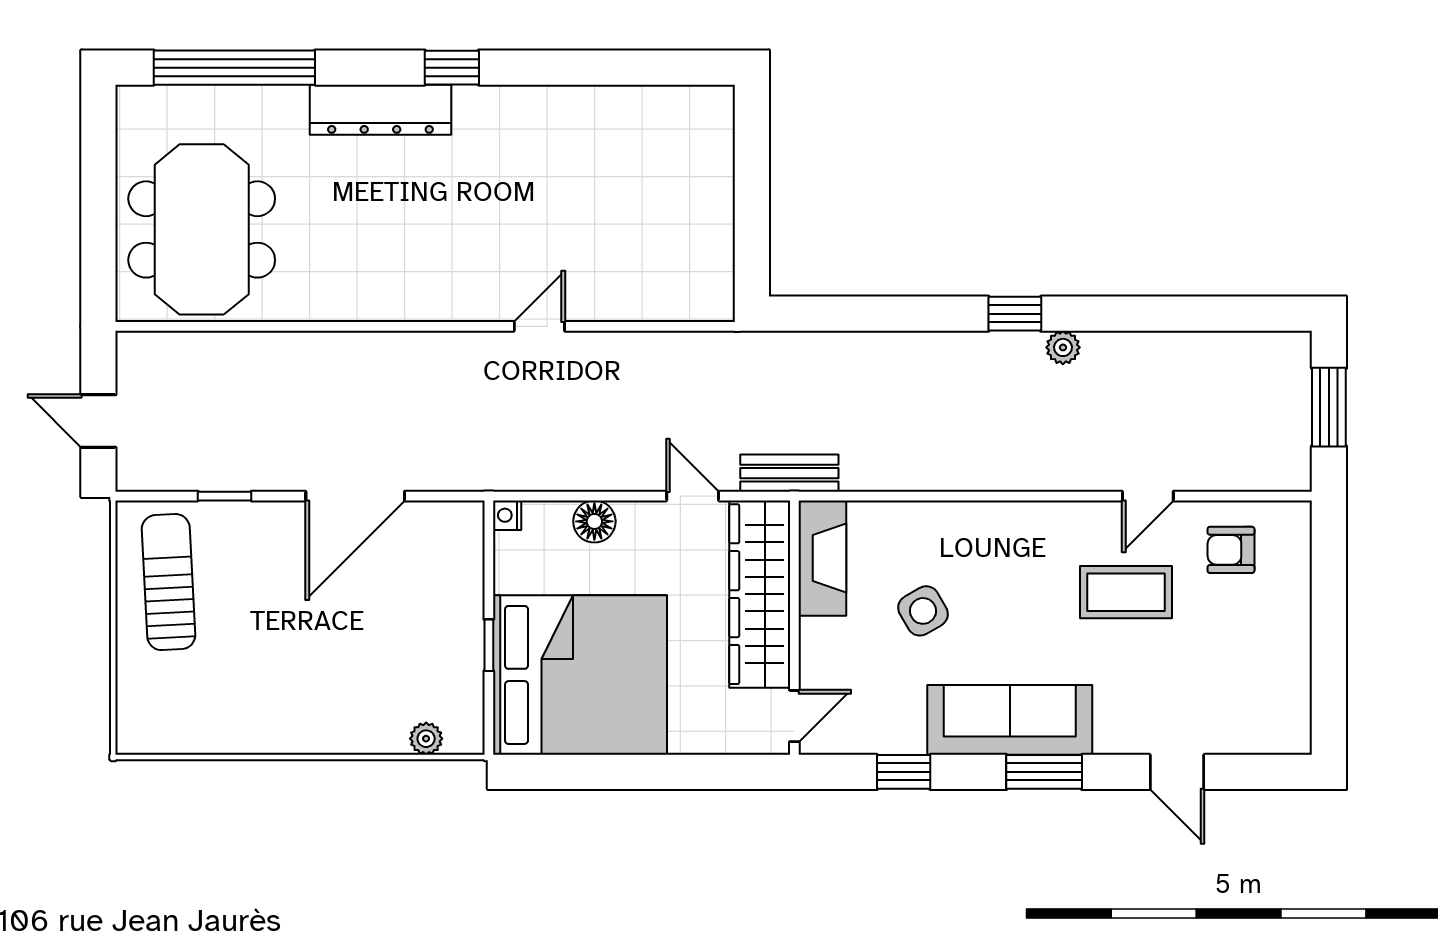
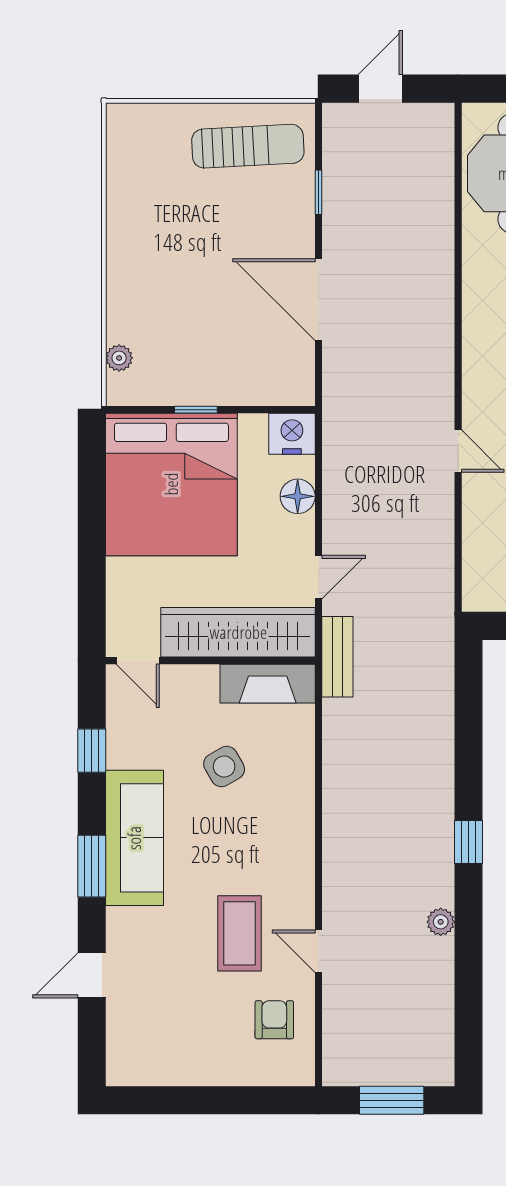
plant: (1063, 347) -> (441, 922), moved
nightstand: (507, 515) -> (292, 434), width x1.89, depth x1.79

